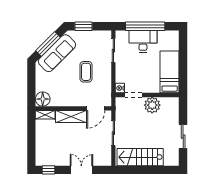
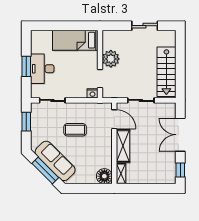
window: (84, 26) -> (26, 122), moved
window: (145, 26) -> (26, 66), width x0.47
double door: (81, 170) -> (180, 135), width x1.37

